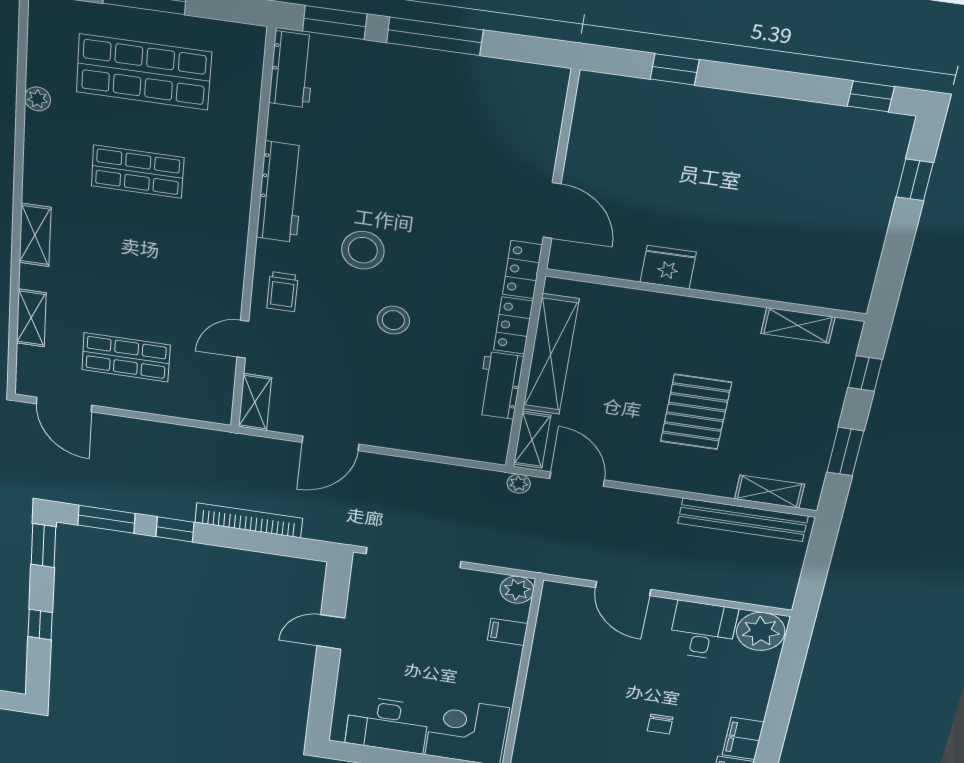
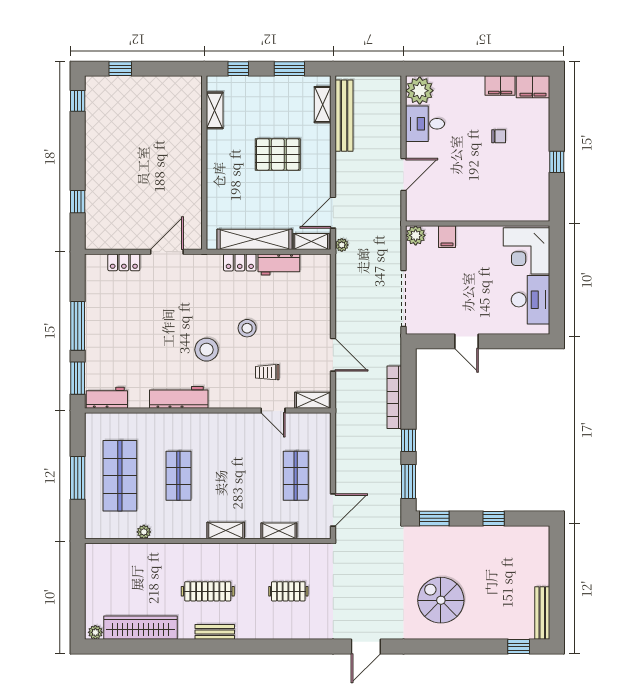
fridge: (668, 267) -> (191, 185), removed
locker: (522, 270) -> (124, 262), moved
trolley: (282, 292) -> (267, 372), moved, turned 180

